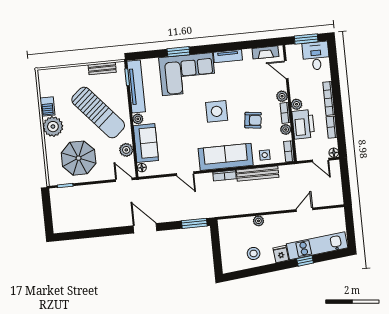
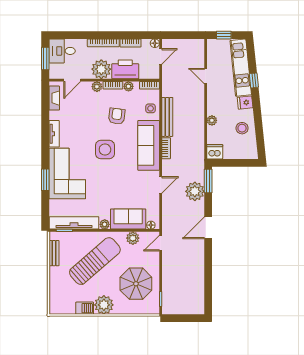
plant: (297, 104) -> (101, 69), width x1.88, depth x1.88
plant: (182, 210) -> (195, 191), added
window: (350, 224) -> (224, 35), added
dishwasher: (226, 227) -> (215, 152), added

